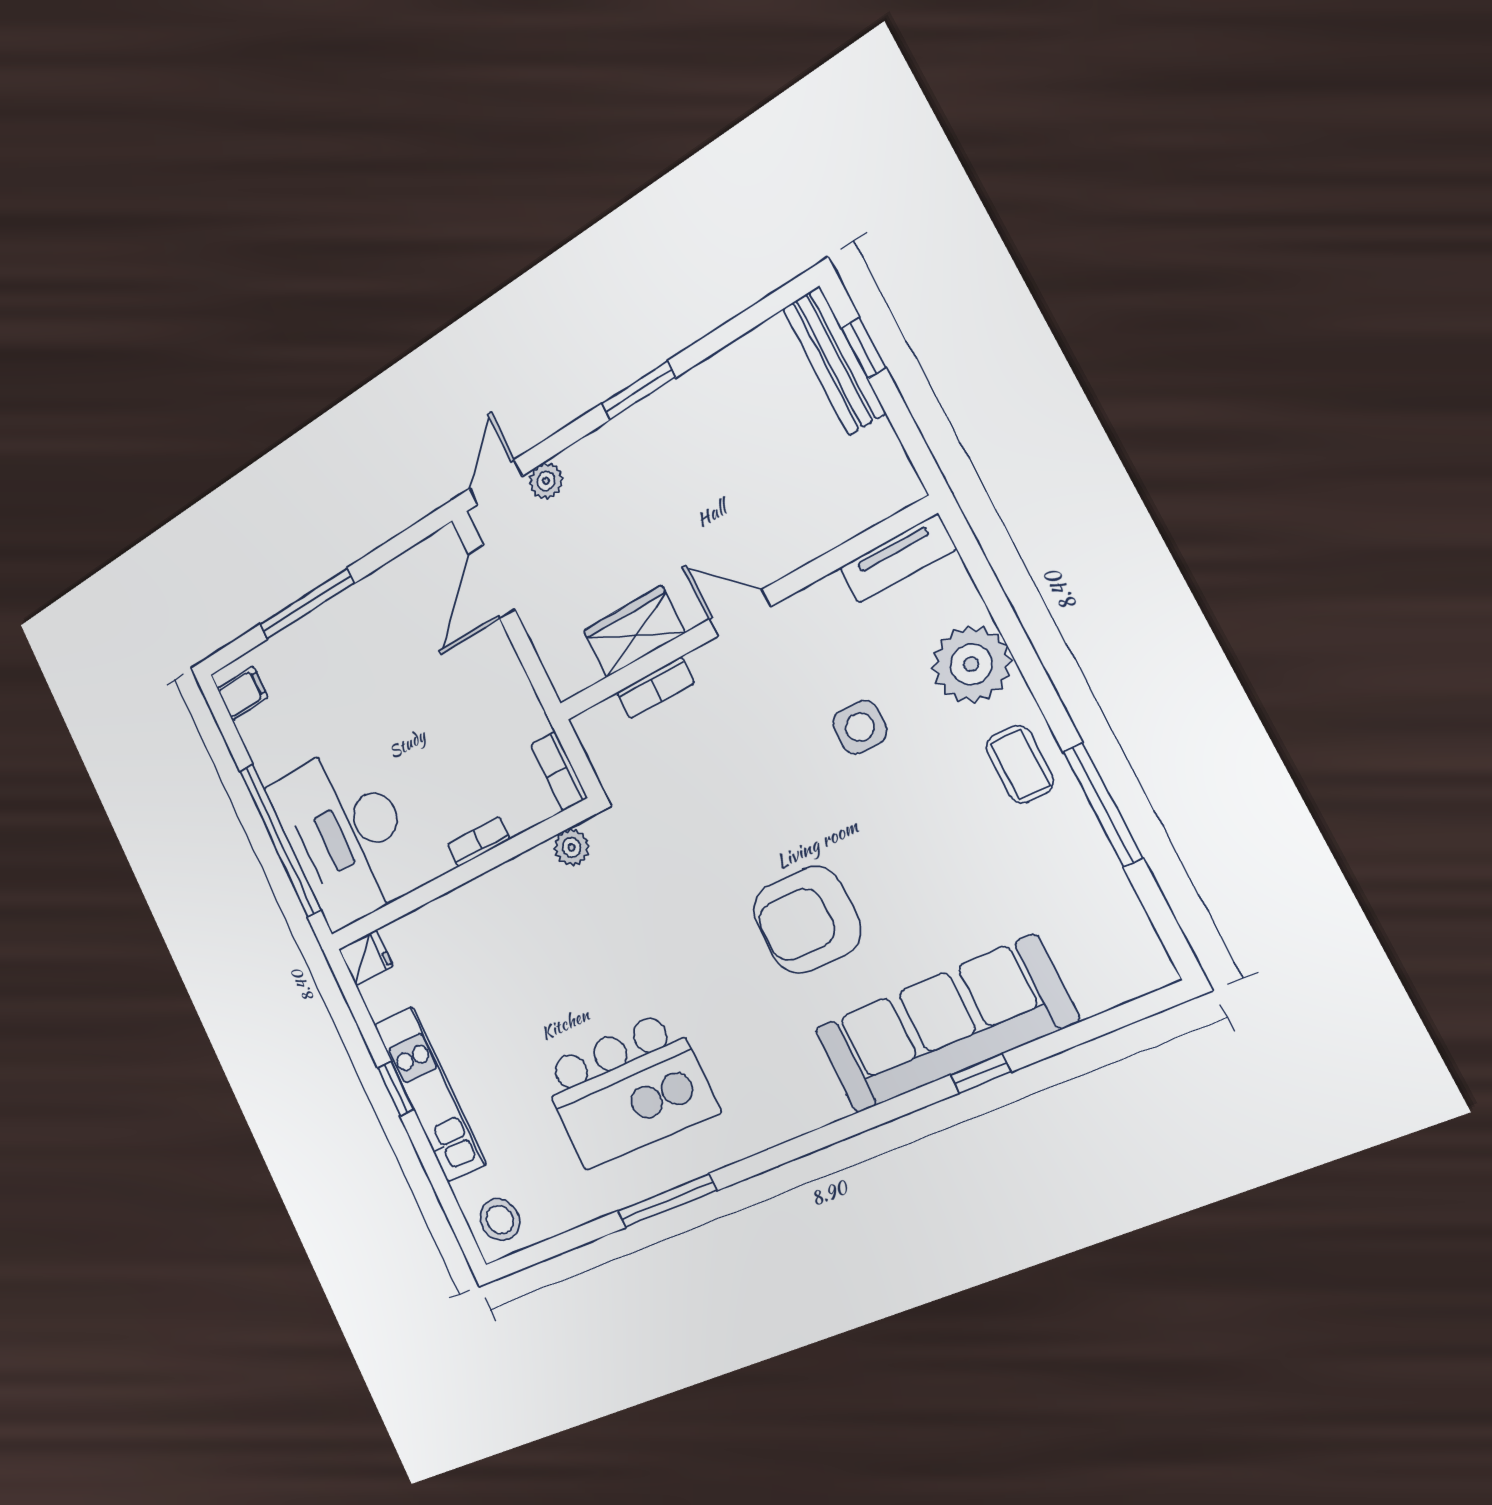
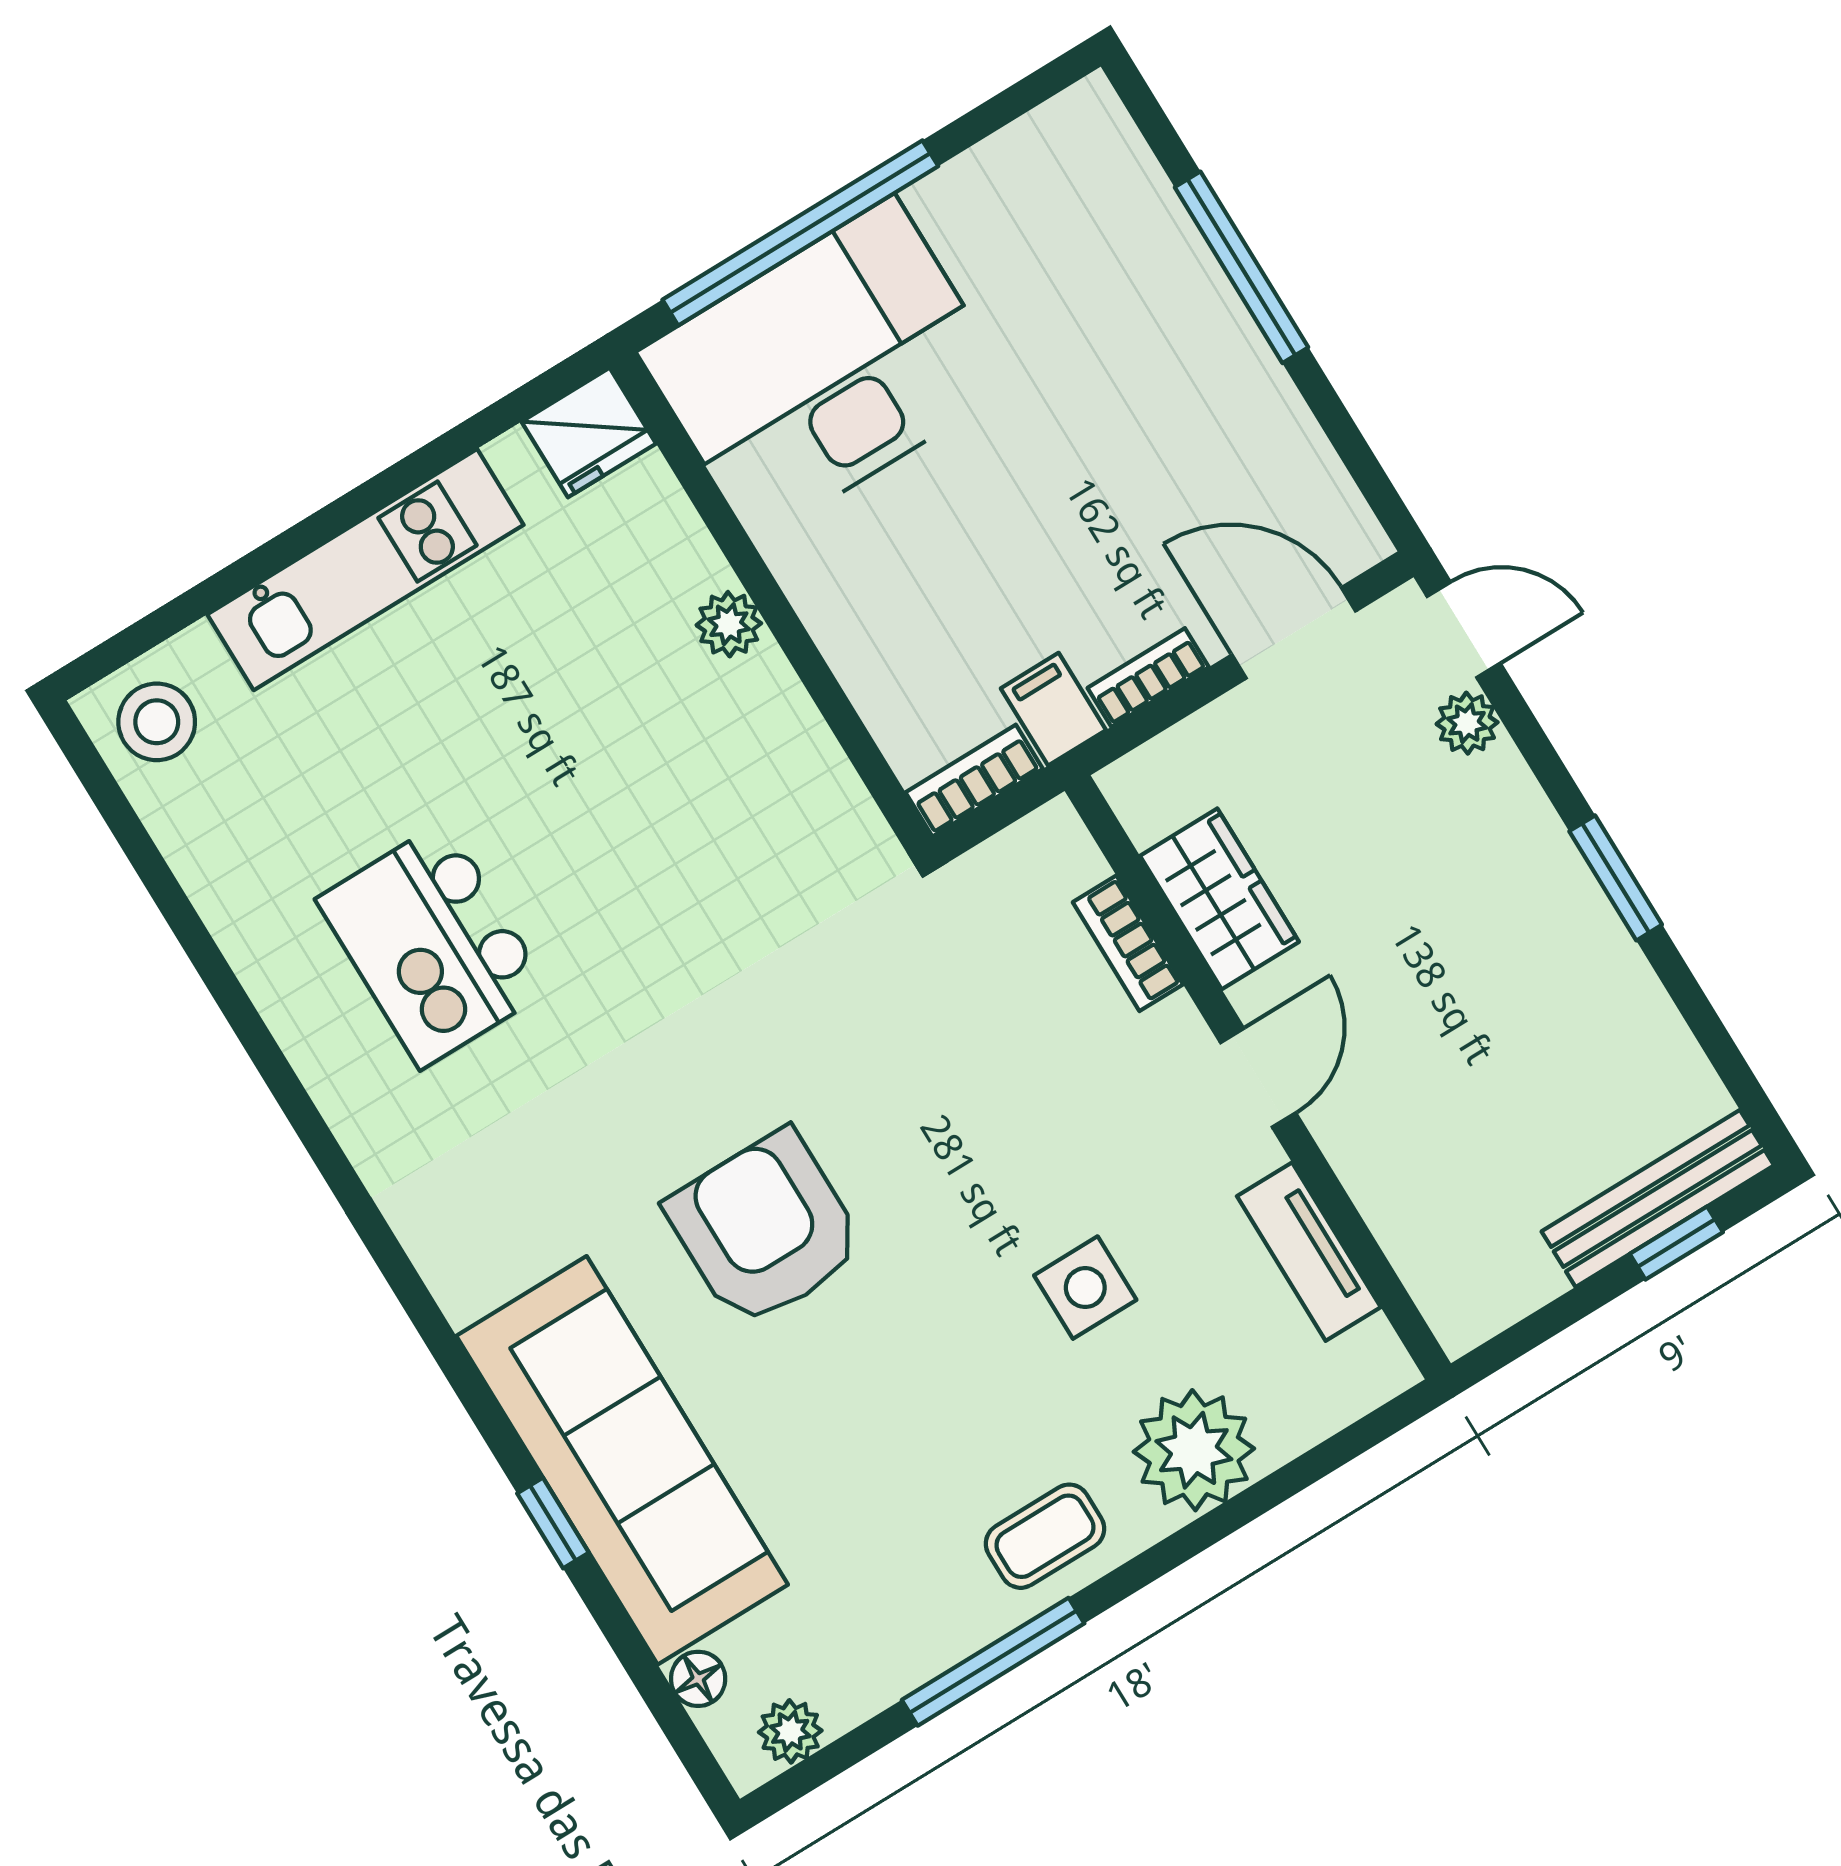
tv unit: (898, 558) -> (1309, 1252), moved
filing cabinet: (243, 693) -> (1053, 709), moved, turned 180
bookcase: (479, 842) -> (1148, 678), moved, turned -90
plant: (571, 847) -> (729, 624), moved
plant: (1138, 942) -> (790, 1731), added
fridge: (366, 958) -> (589, 433), width x1.38
floor lamp: (1095, 997) -> (698, 1679), added
window: (396, 1089) -> (364, 500), removed
kitchen island: (628, 1090) -> (433, 945), width x0.73, depth x0.78
window: (667, 1201) -> (250, 1029), removed

